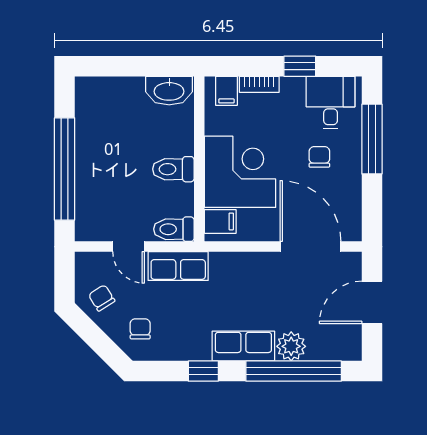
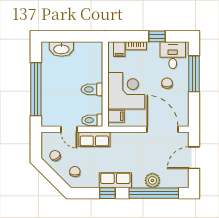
washbasin: (169, 91) -> (61, 49), moved
row of seats: (243, 346) -> (115, 180), moved

